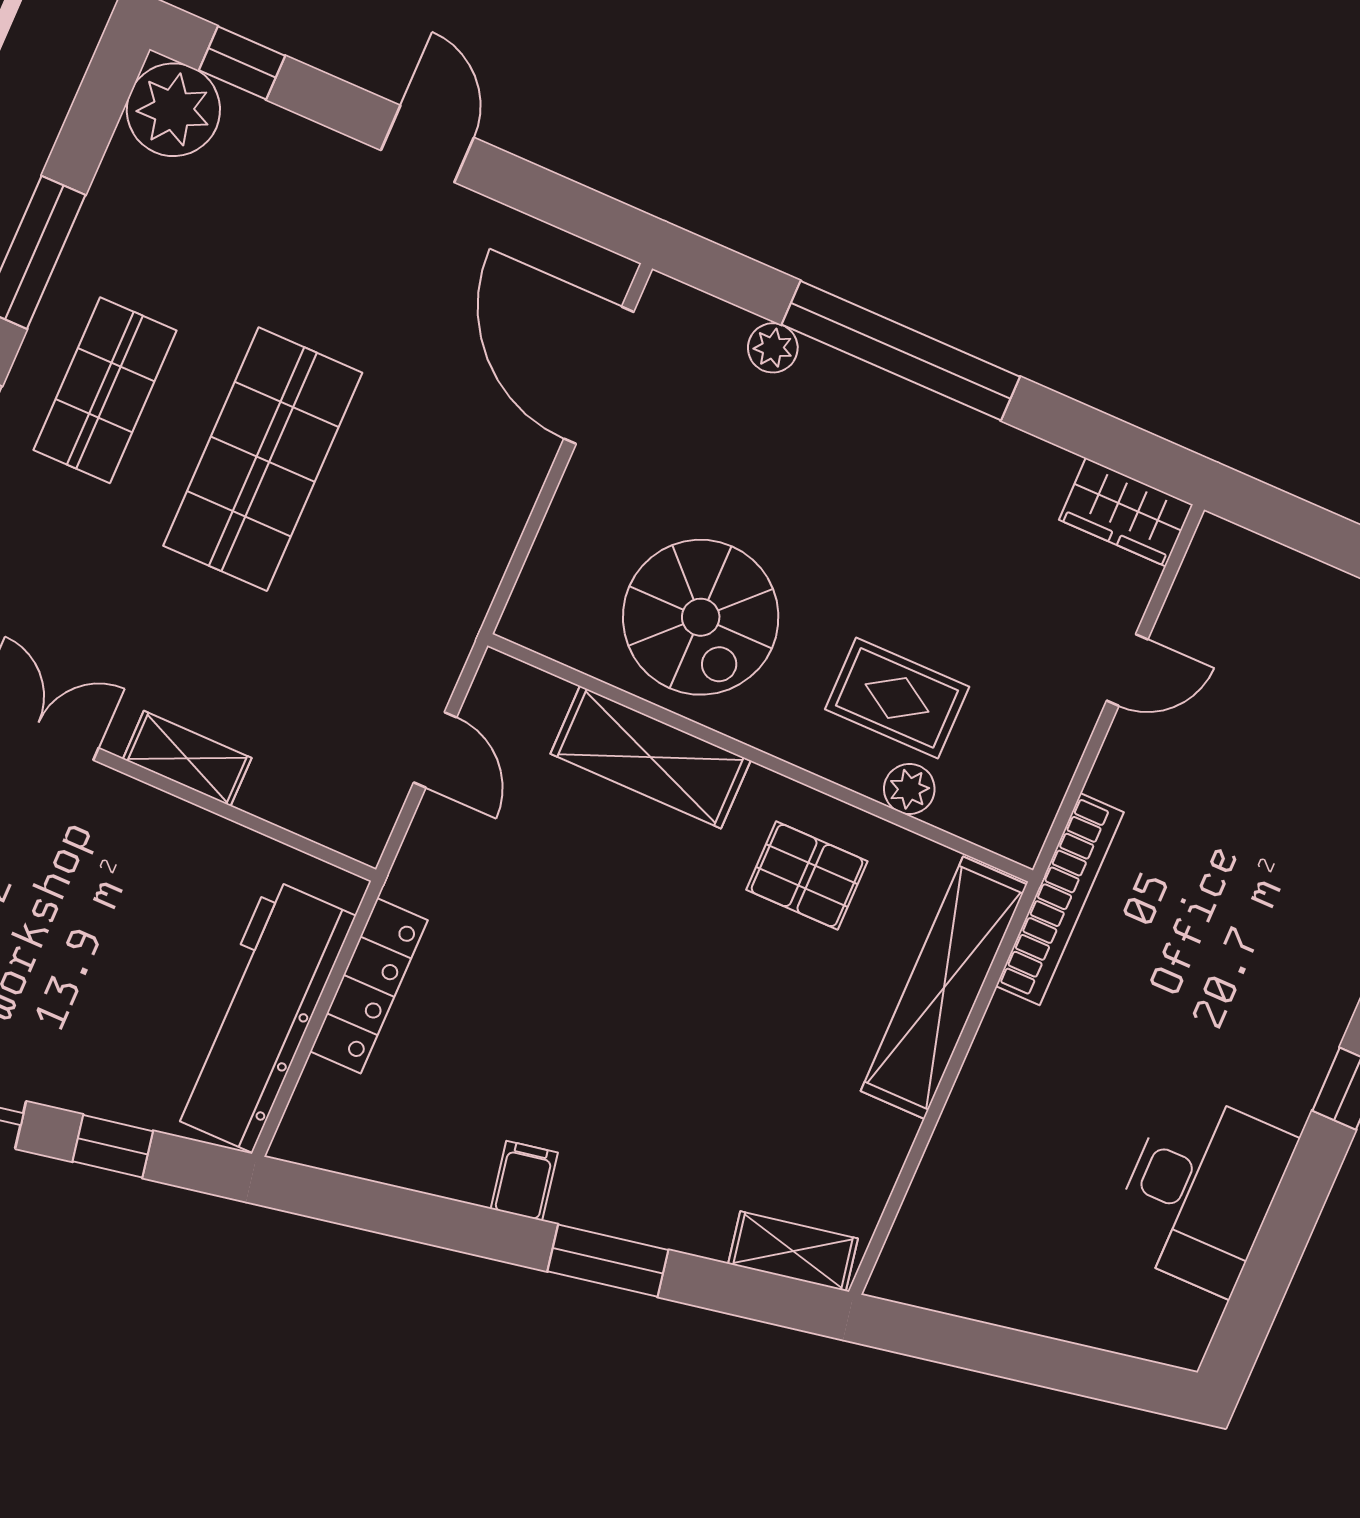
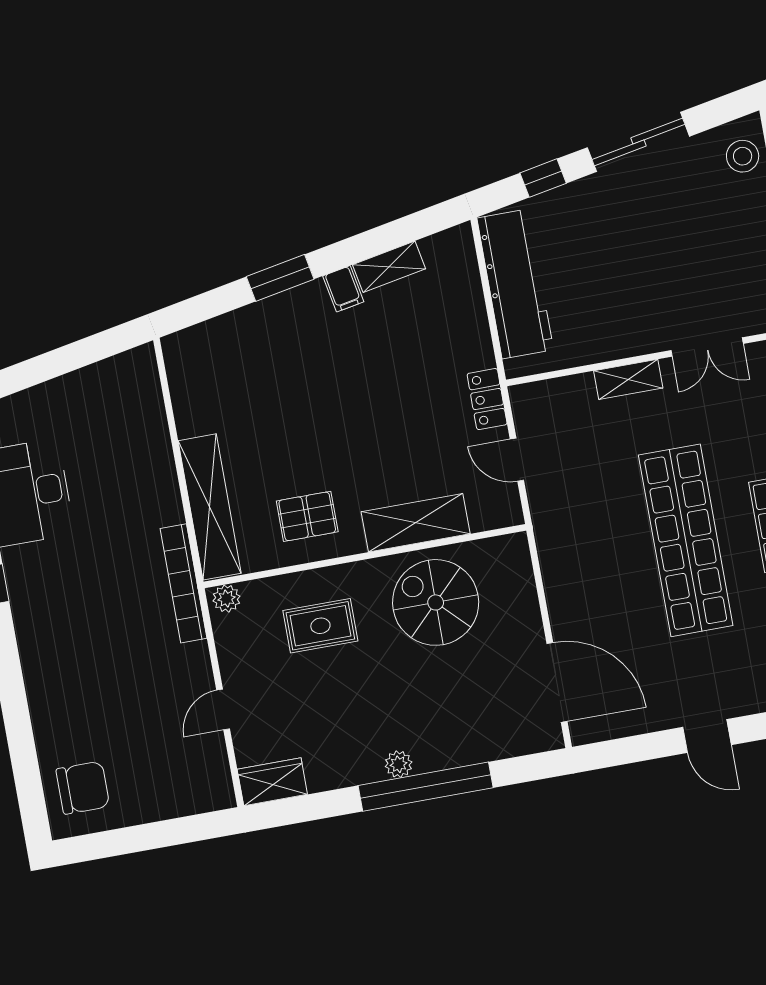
plant: (773, 348) -> (399, 764), moved
shop shelf: (263, 459) -> (686, 540), width x1.40
plant: (909, 789) -> (227, 599), moved
locker: (369, 986) -> (487, 399), moved, width x0.66
shelving: (793, 1251) -> (389, 267), moved

